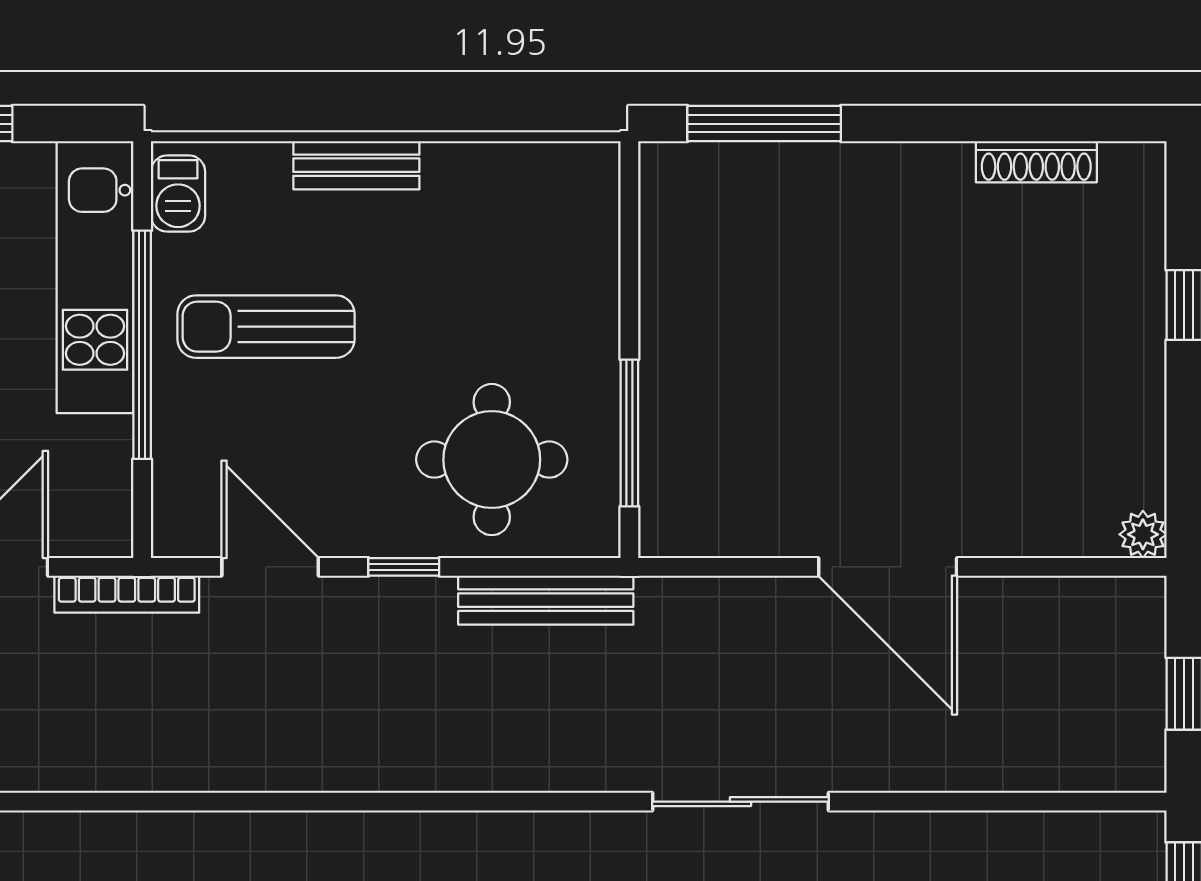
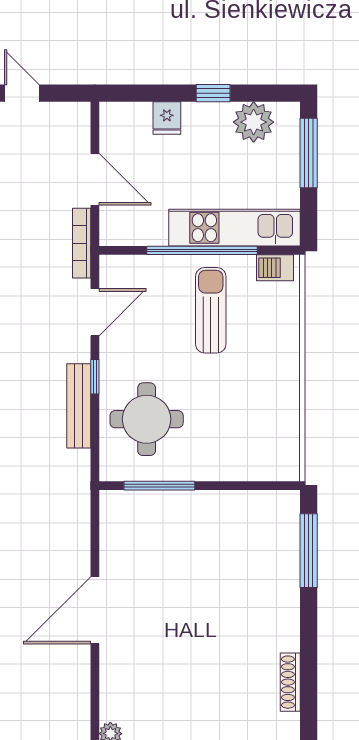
bench: (356, 165) -> (289, 354), removed
bench: (546, 600) -> (79, 406), moved

